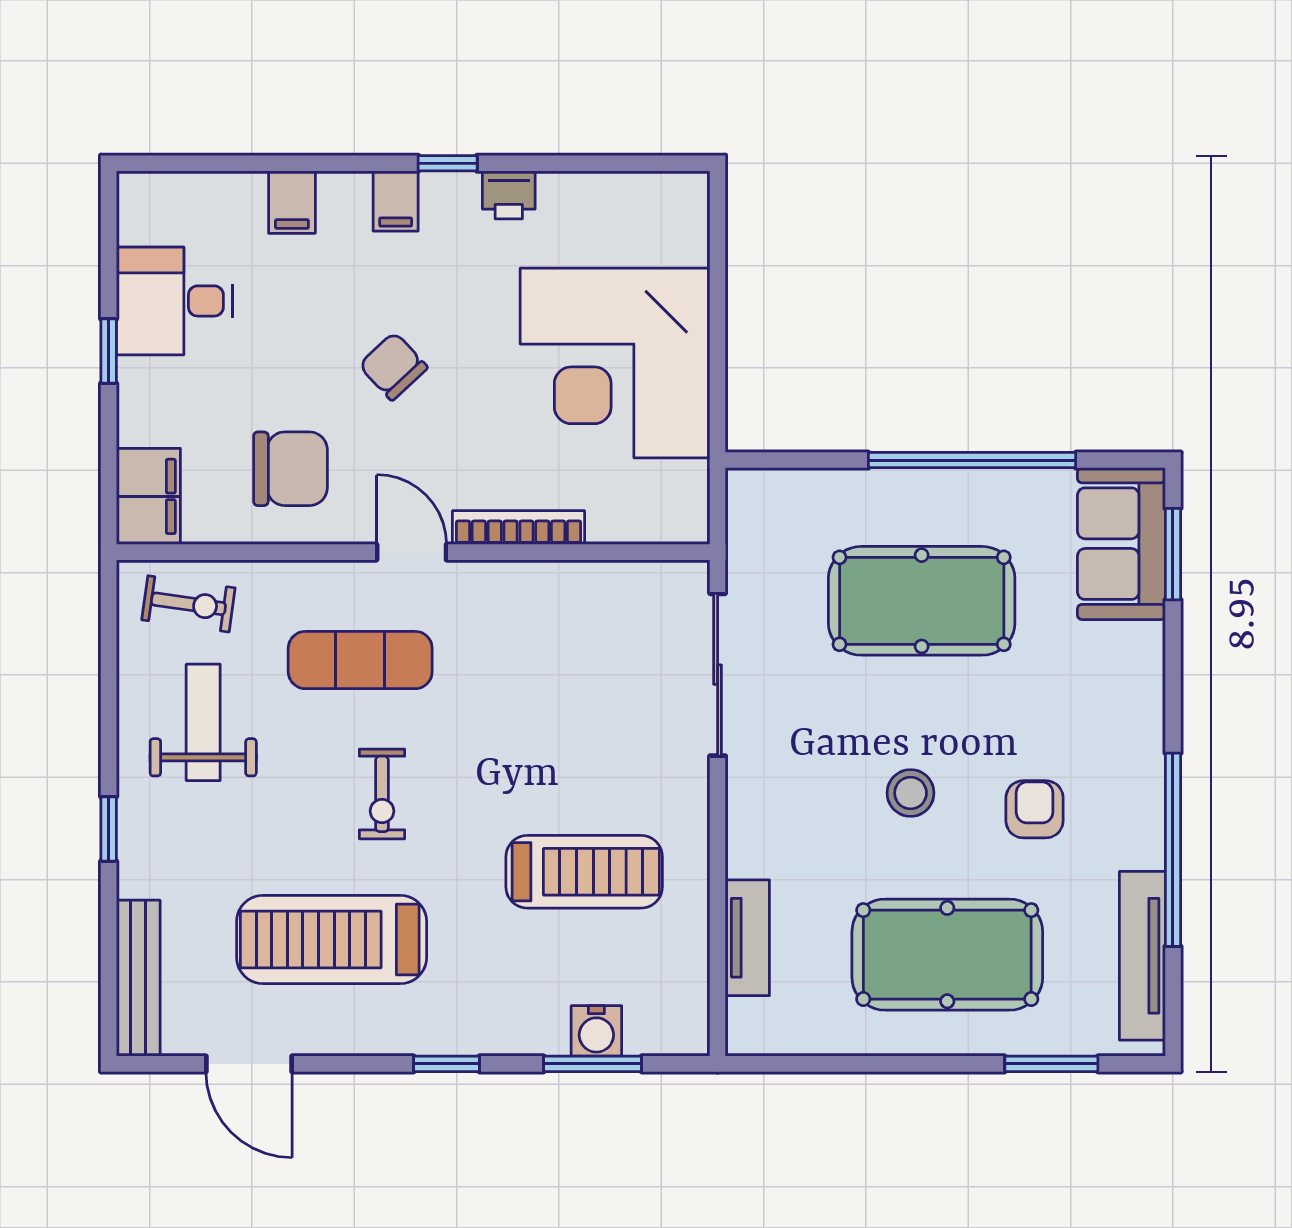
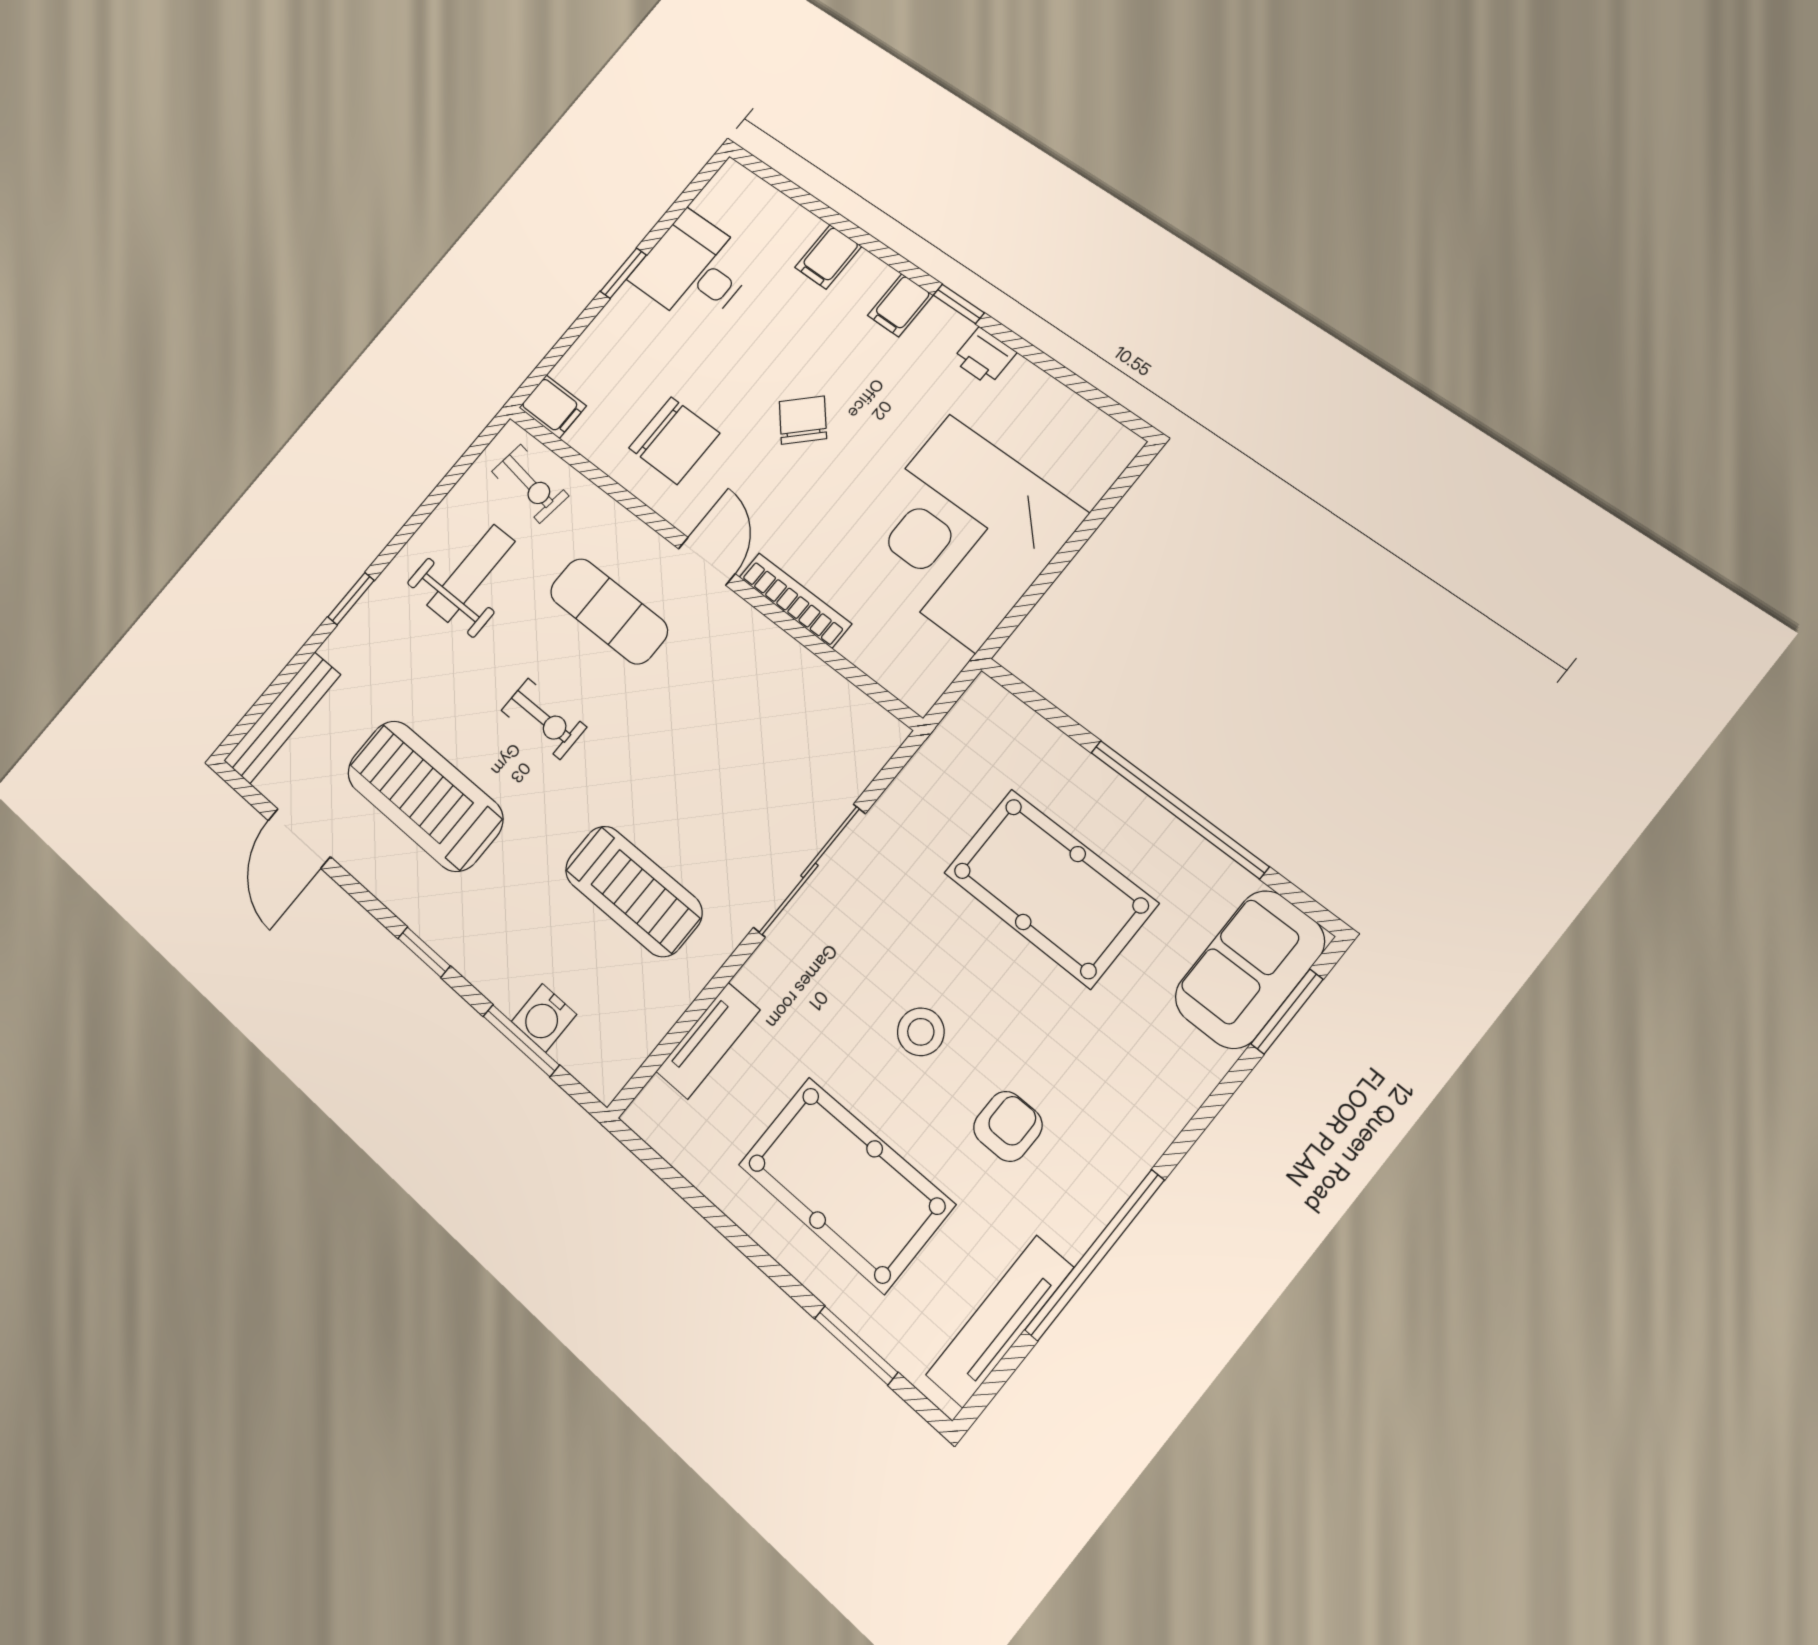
filing cabinet: (148, 496) -> (553, 407), width x0.50
sliding door: (718, 675) -> (809, 871), moved
exercise bike: (382, 794) -> (544, 719), turned -90

